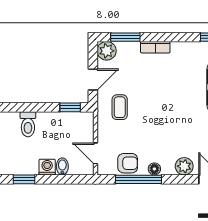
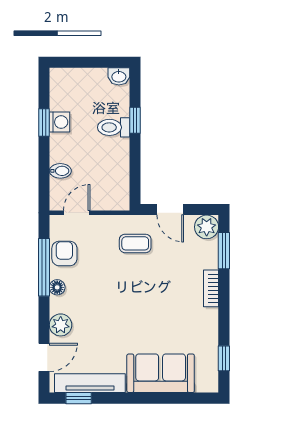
window: (70, 107) -> (135, 120), moved
armchair: (128, 163) -> (64, 253), turned 180
washing machine: (47, 167) -> (60, 122), moved

